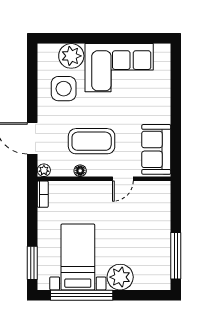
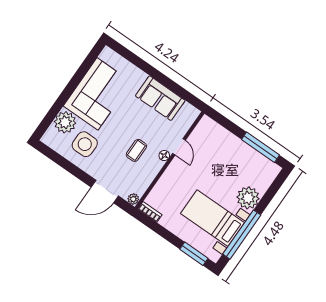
coffee table: (92, 141) -> (136, 150), width x0.54, depth x0.58
sofa: (156, 149) -> (160, 98), moved
floor lamp: (80, 171) -> (164, 156), moved

